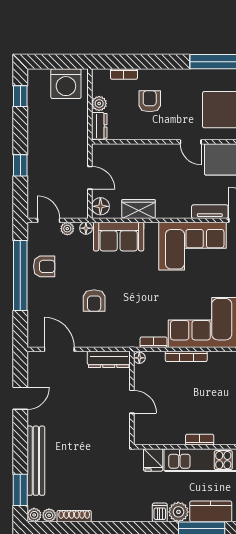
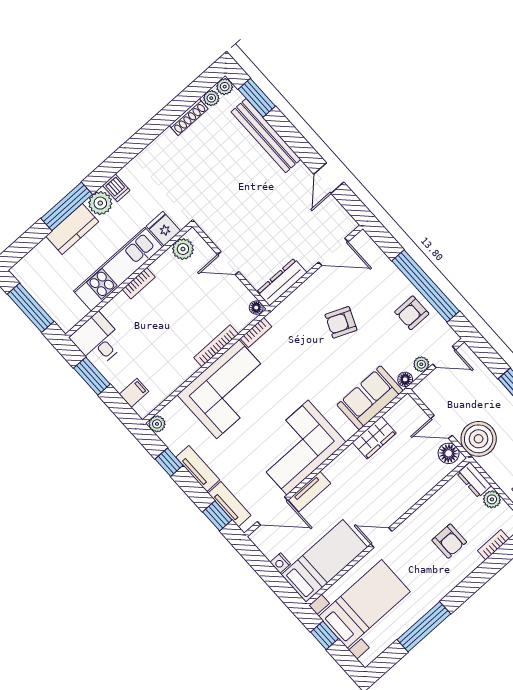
boiler: (73, 149) -> (479, 439), added
floor lamp: (100, 206) -> (449, 453), moved
armchair: (94, 301) -> (341, 322), turned -67
plant: (152, 436) -> (183, 249), added

